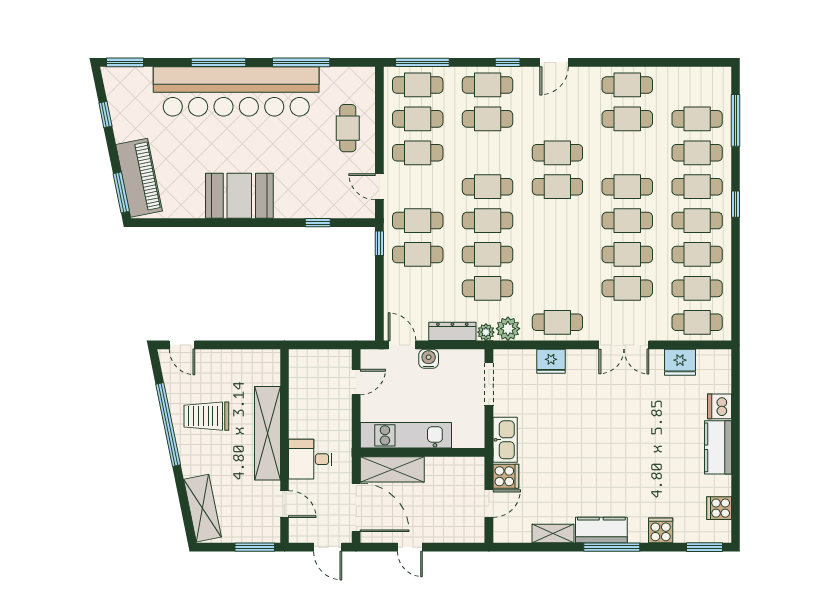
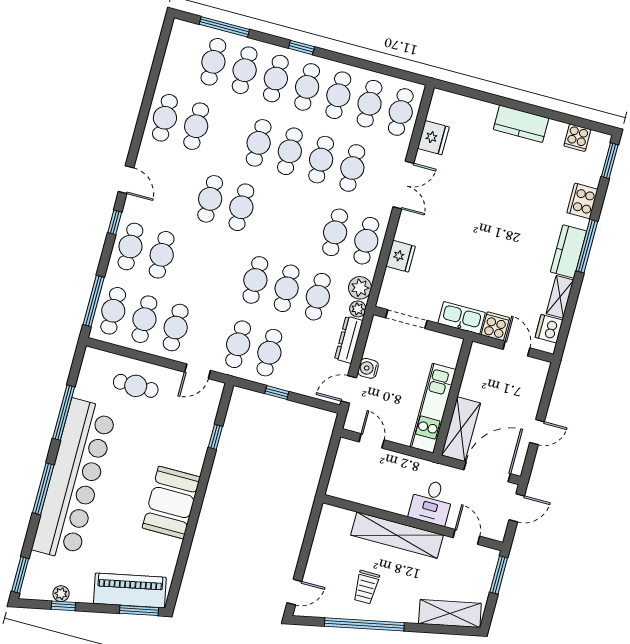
plant: (117, 109) -> (61, 594), added
cafe table: (488, 187) -> (335, 232), moved
window: (379, 243) -> (277, 393), moved
dishwasher: (719, 406) -> (549, 329), moved, turned 90
trolley: (206, 416) -> (366, 587), width x0.73, depth x0.72
door: (284, 504) -> (466, 537), hinge flipped
cooker: (661, 530) -> (582, 201), width x1.36

